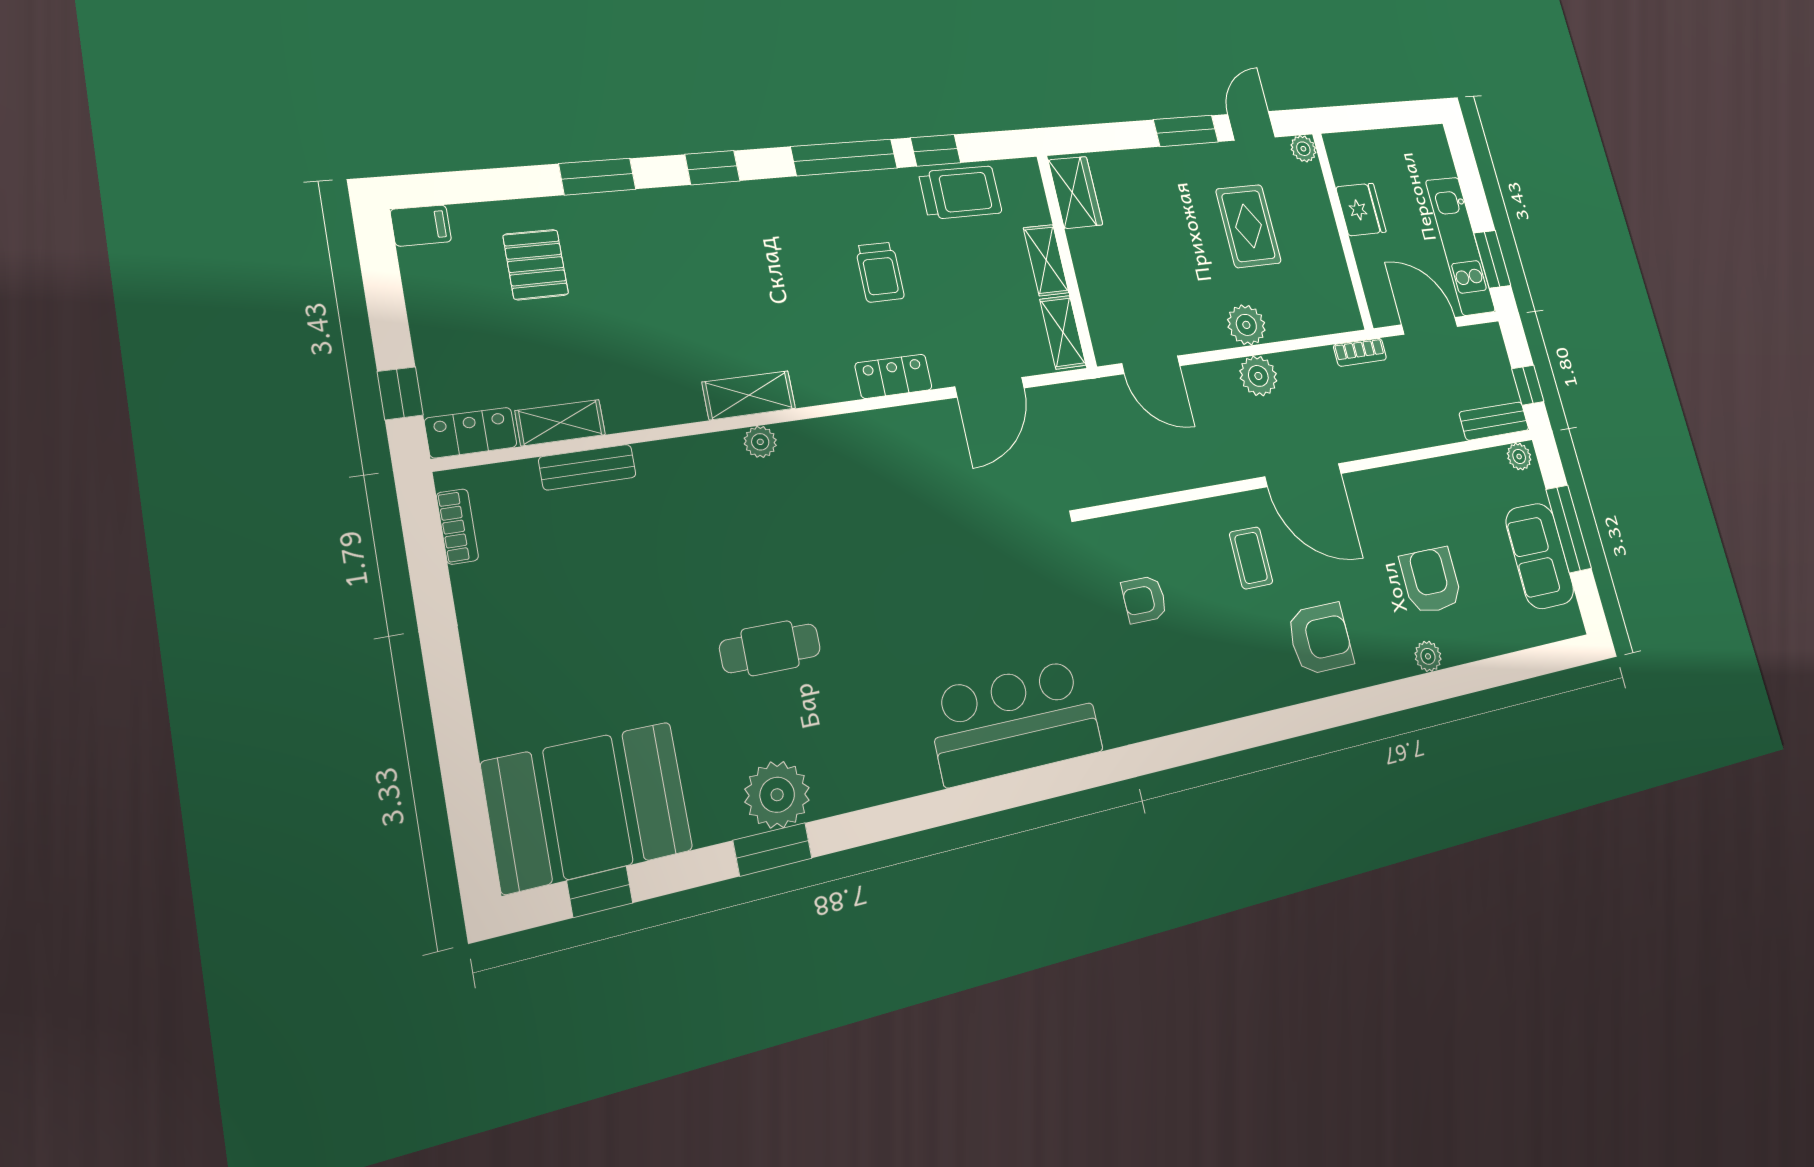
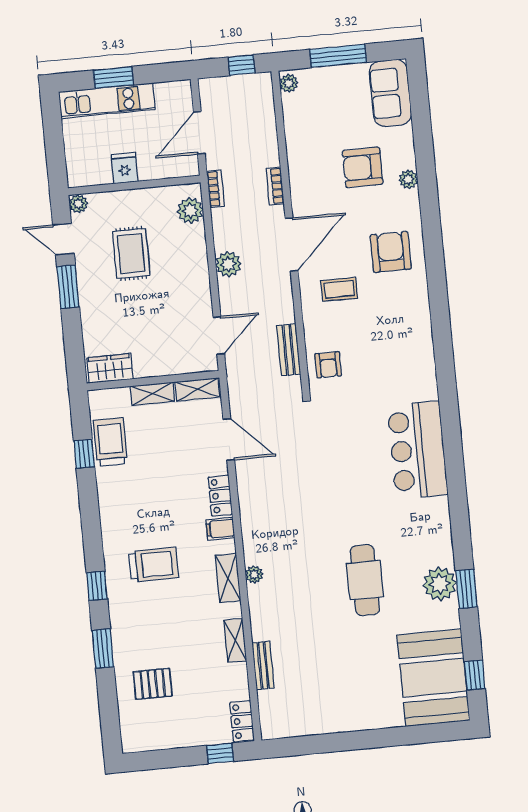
window: (844, 157) -> (90, 510), removed
fridge: (1361, 209) -> (125, 168), width x0.72
filing cabinet: (421, 226) -> (220, 529), moved, turned -90
rug: (1248, 226) -> (131, 254), turned 90
kitchen unit: (1460, 246) -> (107, 101), moved
window: (1492, 259) -> (114, 77), moved
trolley: (880, 272) -> (154, 565), moved, width x1.36, depth x1.39
plant: (1246, 325) -> (190, 211), moved
bench: (1494, 421) -> (289, 350), moved
shelving: (560, 423) -> (235, 640), moved
bookcase: (457, 526) -> (275, 186), moved, turned -90
sofa: (1540, 556) -> (390, 93), moved, turned 90
armchair: (1144, 600) -> (328, 365), moved
cafe table: (770, 648) -> (365, 580), width x1.37, depth x1.35

